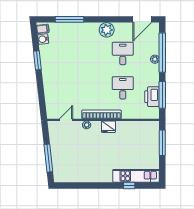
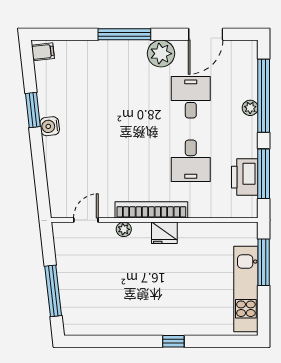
window: (69, 19) -> (124, 34), moved
door: (142, 19) -> (206, 34), moved
water cooler: (43, 39) -> (50, 126), moved
desk: (123, 88) -> (191, 161), turned 180
kitchen unit: (136, 176) -> (246, 289), moved, turned -90
window: (129, 185) -> (173, 341), moved

